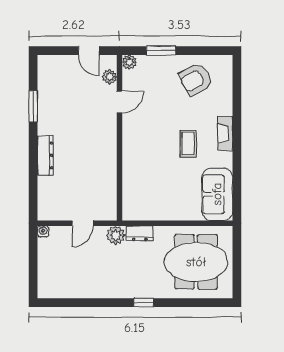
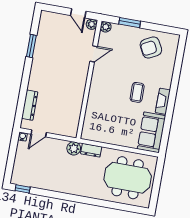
plant: (110, 77) -> (92, 24), moved
fireplace: (225, 133) -> (163, 101), moved
dresser: (45, 155) -> (30, 105), moved
door: (83, 223) -> (39, 133), moved
window: (144, 303) -> (23, 189), moved

